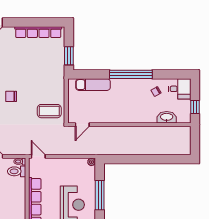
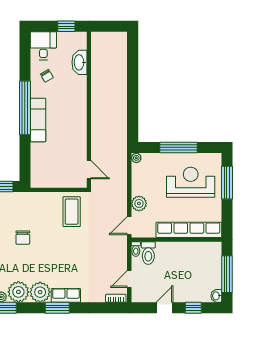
exam couch: (93, 85) -> (38, 120), moved
chair: (11, 96) -> (23, 238), moved
plant: (56, 164) -> (139, 203), added

